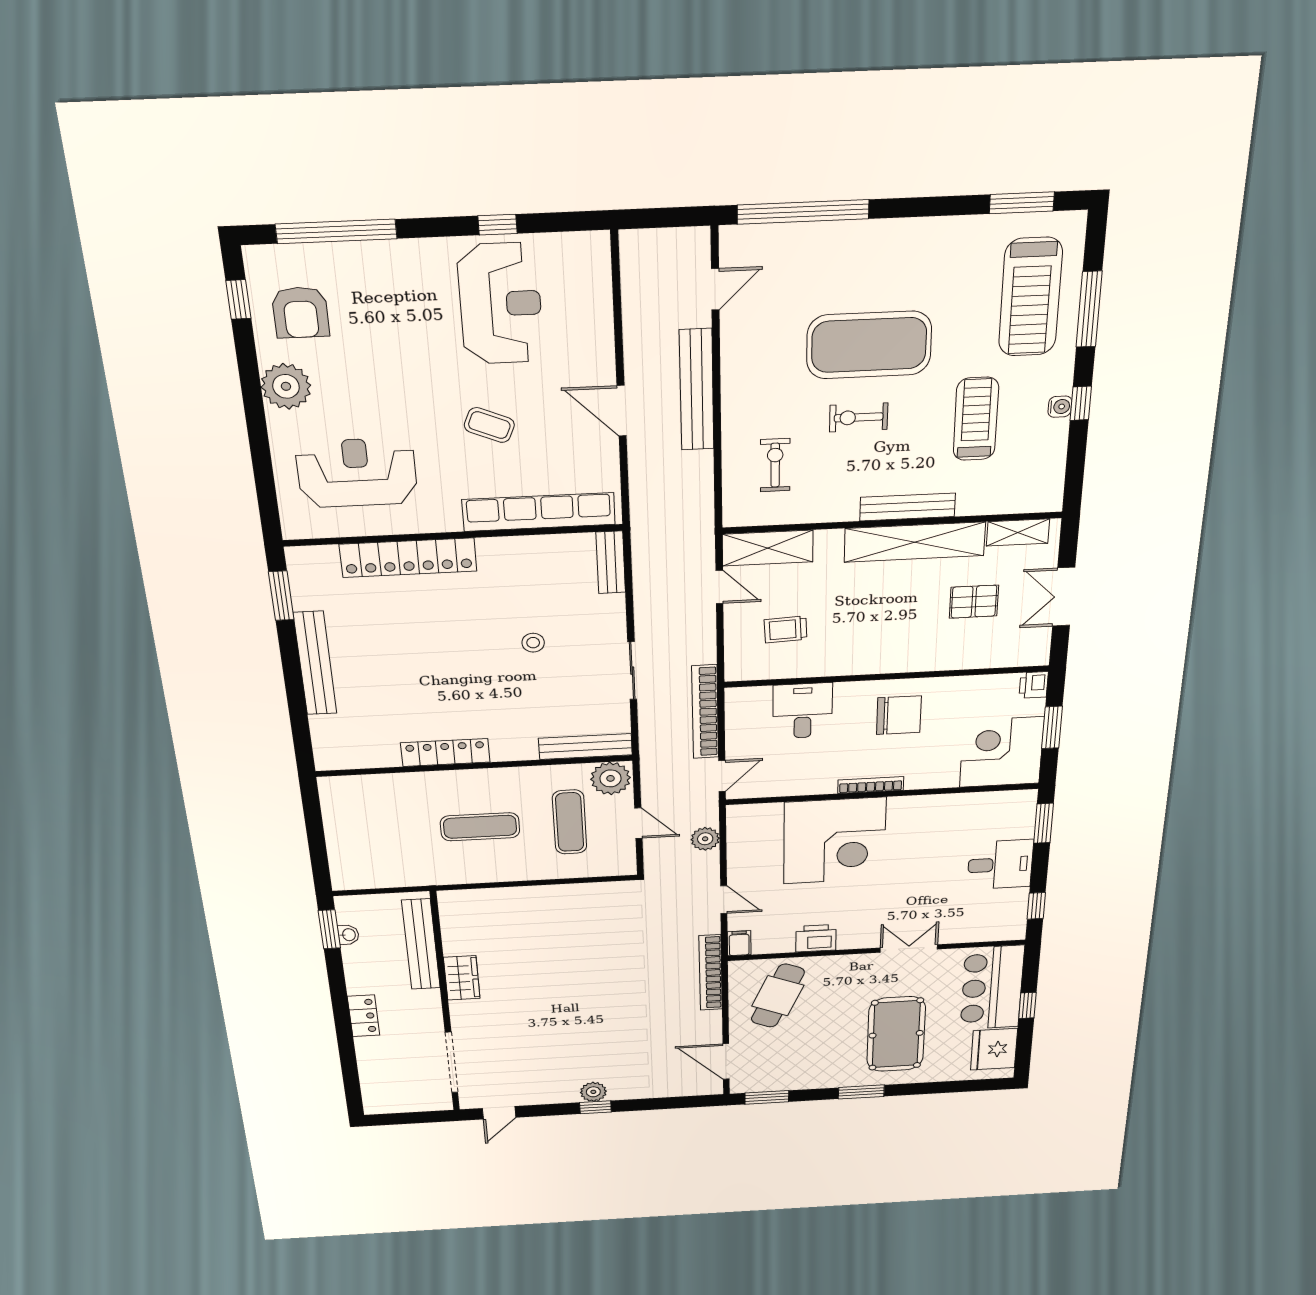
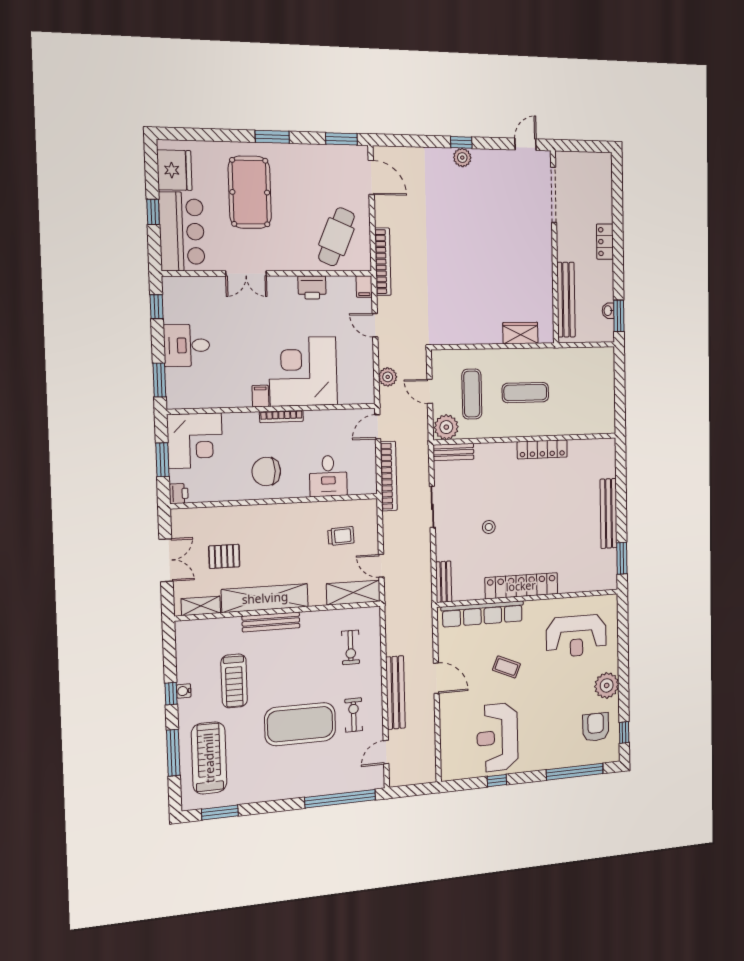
exercise bike: (859, 417) -> (354, 715), moved, turned -90
locker: (408, 558) -> (521, 586), moved
bench: (585, 746) -> (453, 452), width x0.73
filing cabinet: (900, 809) -> (260, 396), added
wardrobe: (462, 978) -> (520, 333), moved, turned 90

